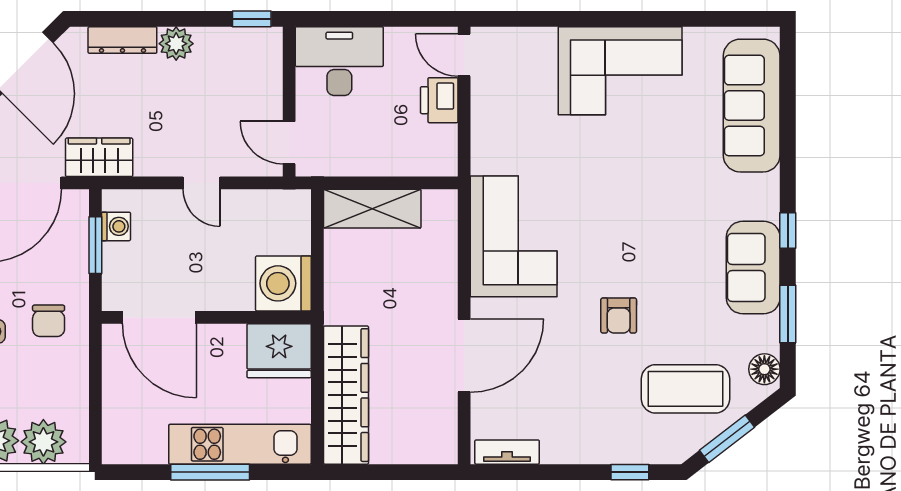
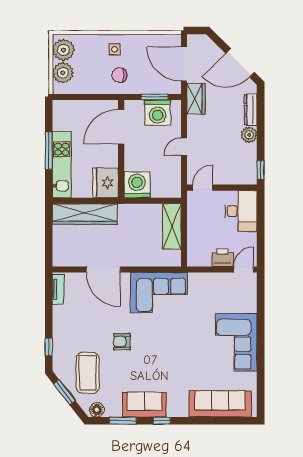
washing machine: (116, 226) -> (158, 113), width x1.89, depth x1.89

